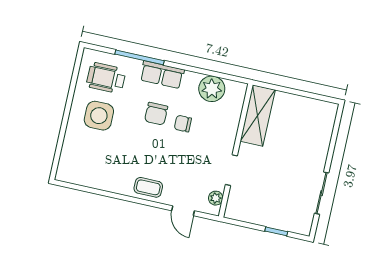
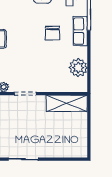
chair: (156, 114) -> (53, 33), turned -90
chair: (183, 124) -> (50, 53), removed

